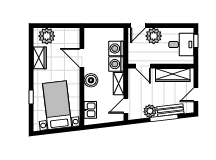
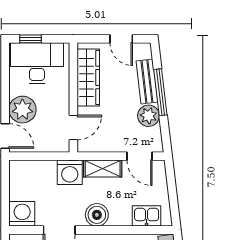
desk: (181, 45) -> (37, 63), width x1.37
washing machine: (116, 48) -> (22, 214), moved, turned 180

